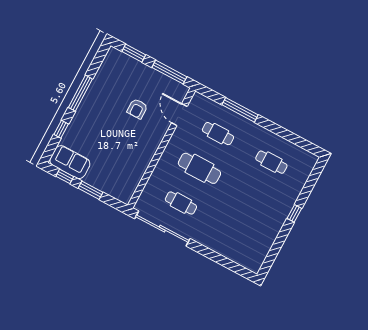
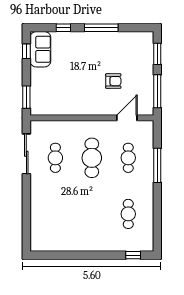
armchair: (137, 109) -> (113, 81), turned 180
window: (90, 190) -> (26, 97), moved
window: (294, 213) -> (133, 255), moved
sliding door: (162, 229) -> (26, 154), width x0.73

